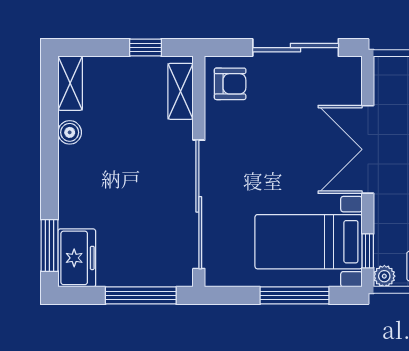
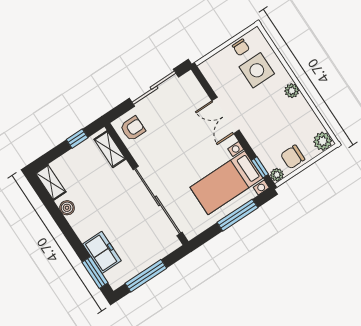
double door: (368, 149) -> (226, 115), width x0.73
freezer: (77, 258) -> (102, 252), moved
window: (141, 295) -> (146, 276), moved

